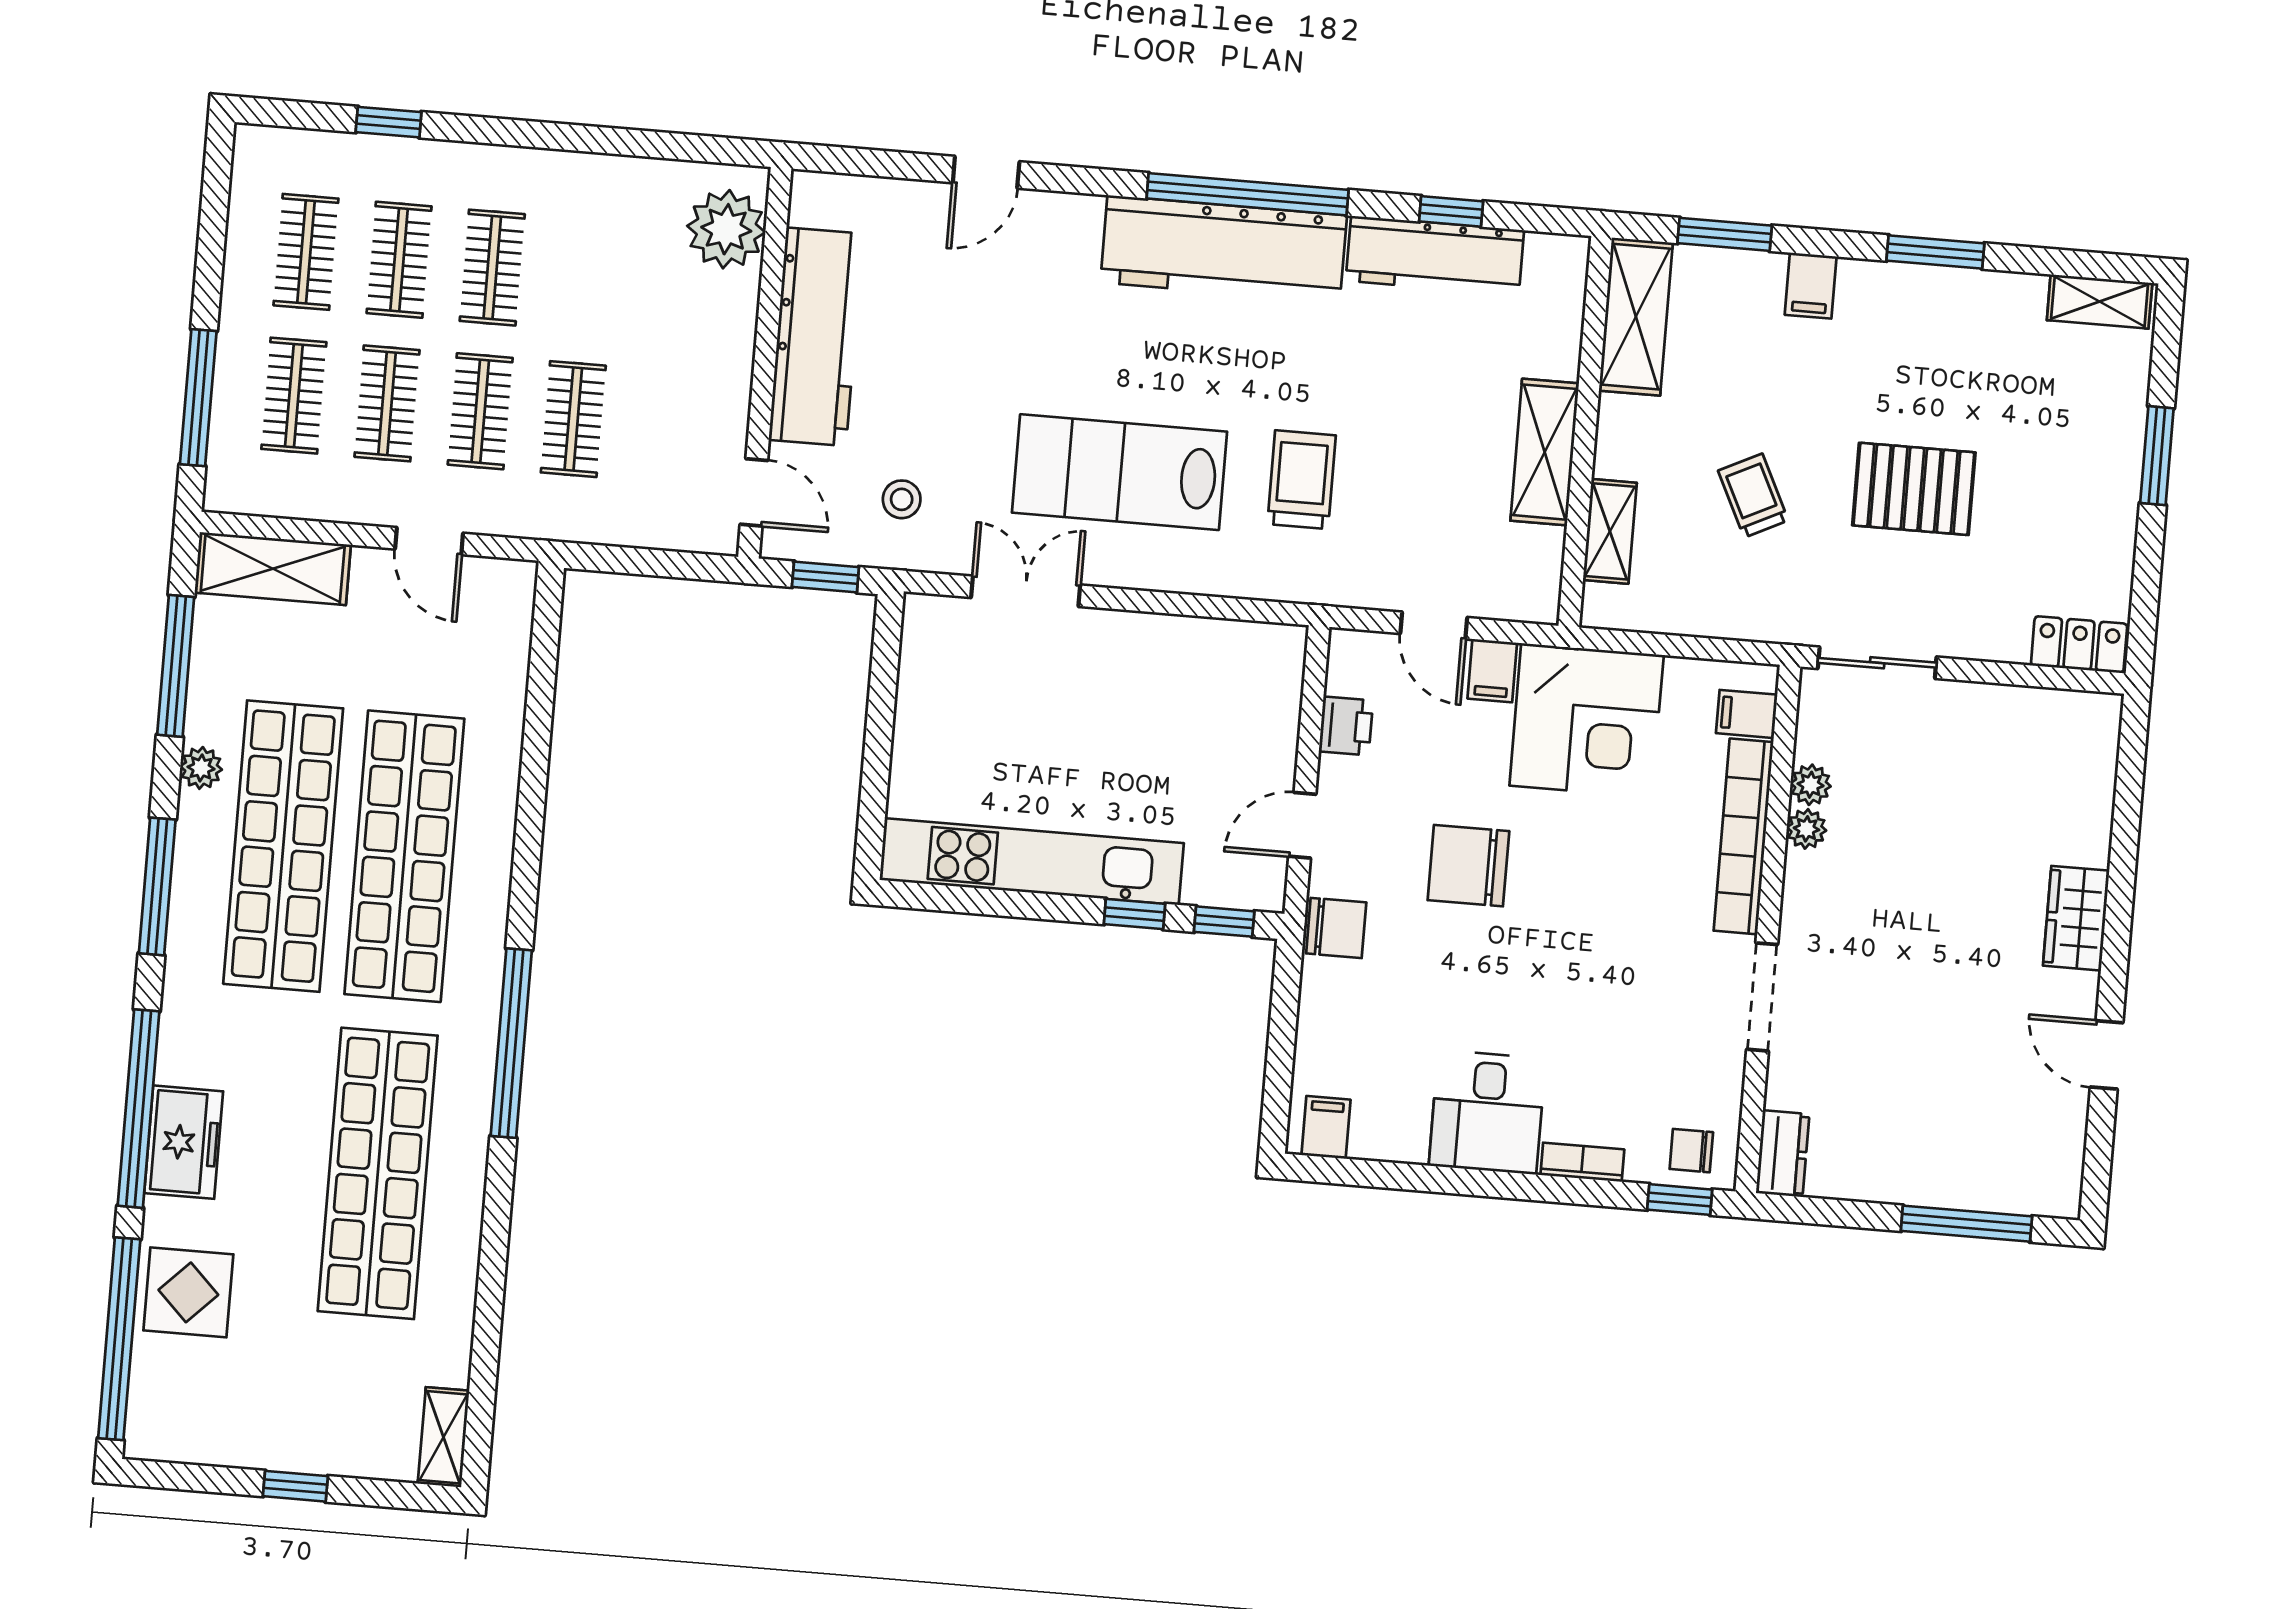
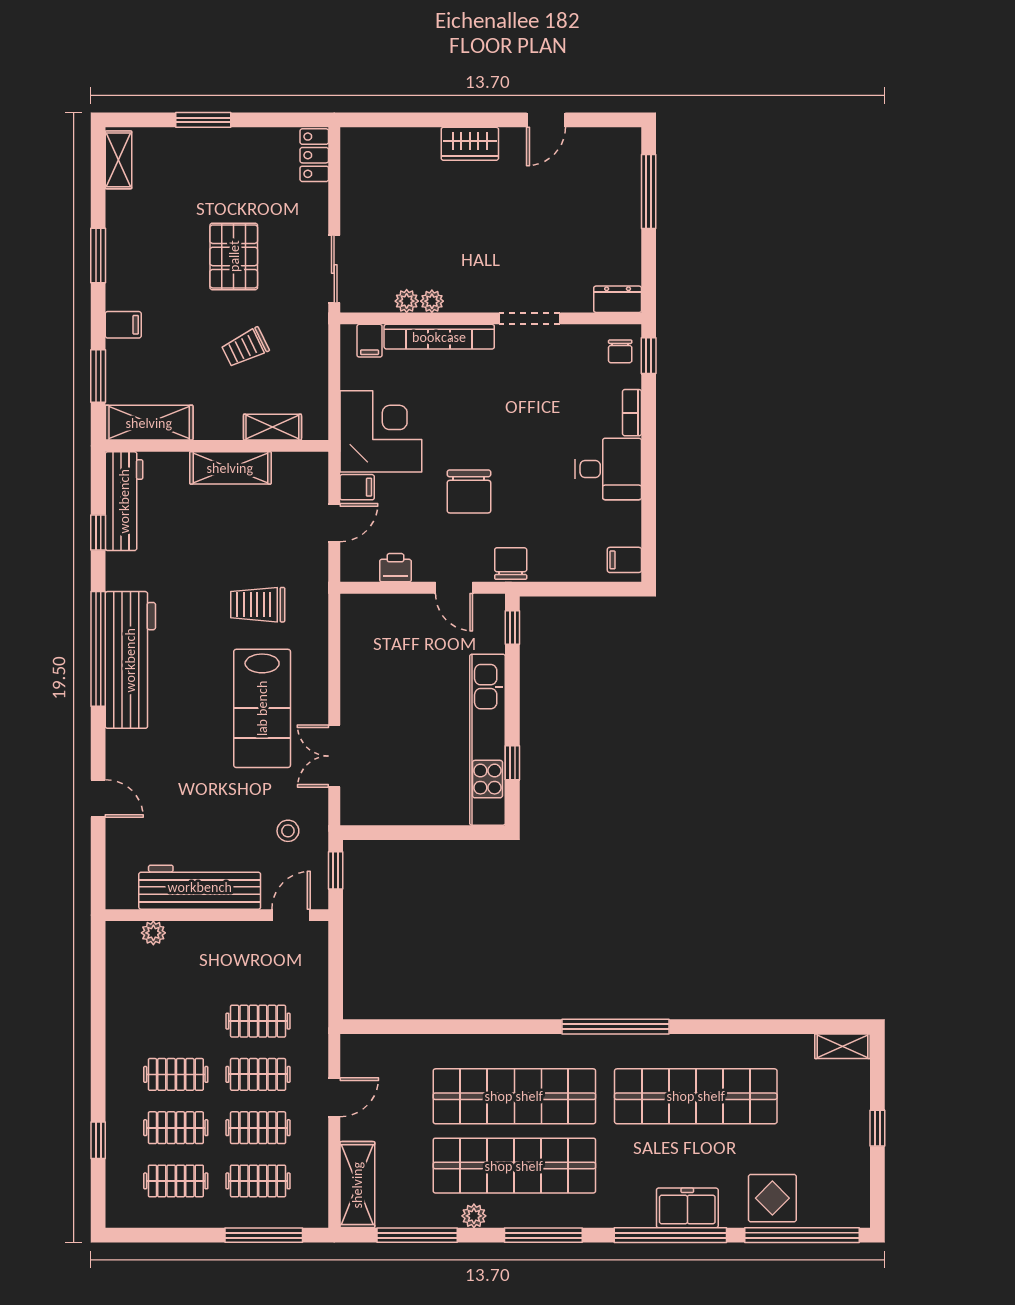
plant: (726, 229) -> (153, 933), width x0.53, depth x0.53
workbench: (1435, 255) -> (124, 501), moved
window: (1134, 914) -> (512, 763), moved

